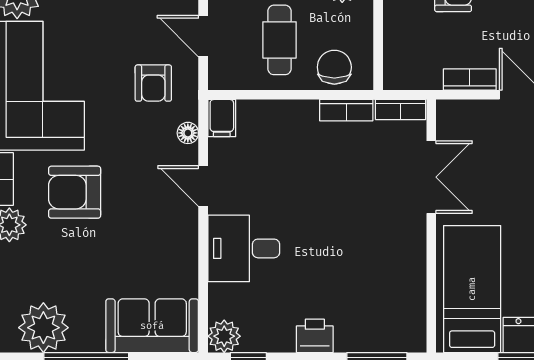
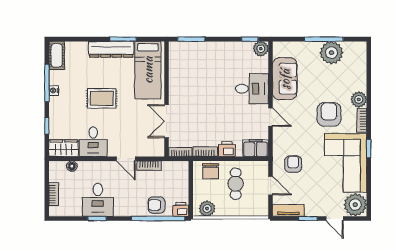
filing cabinet: (222, 118) -> (256, 148), width x2.00
floor lamp: (188, 133) -> (277, 141), removed
armchair: (75, 192) -> (329, 114), turned -90
sofa: (152, 326) -> (285, 79), moved, turned -90
plant: (43, 328) -> (331, 53), moved
printer: (315, 336) -> (227, 149), moved, turned 180

